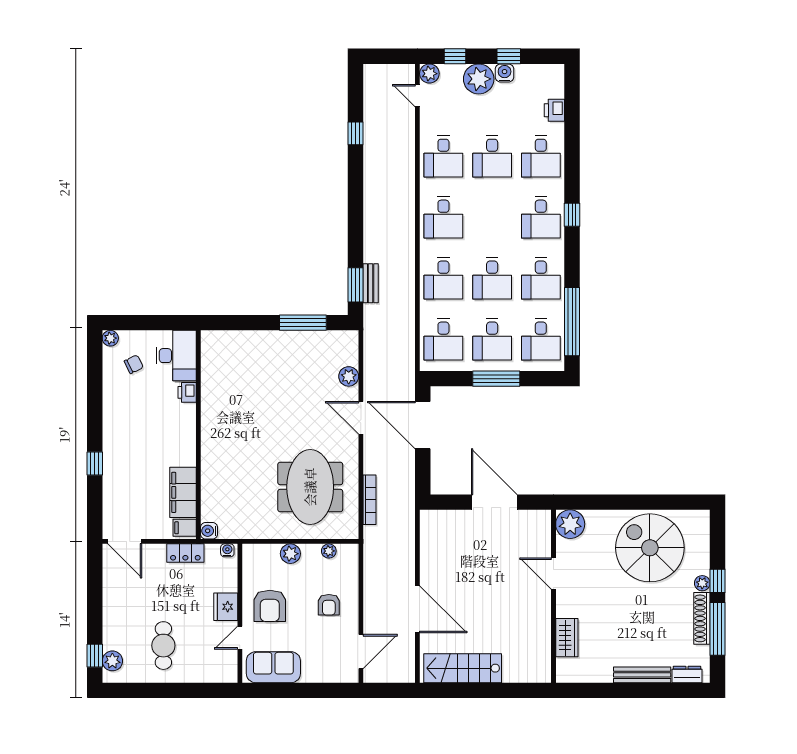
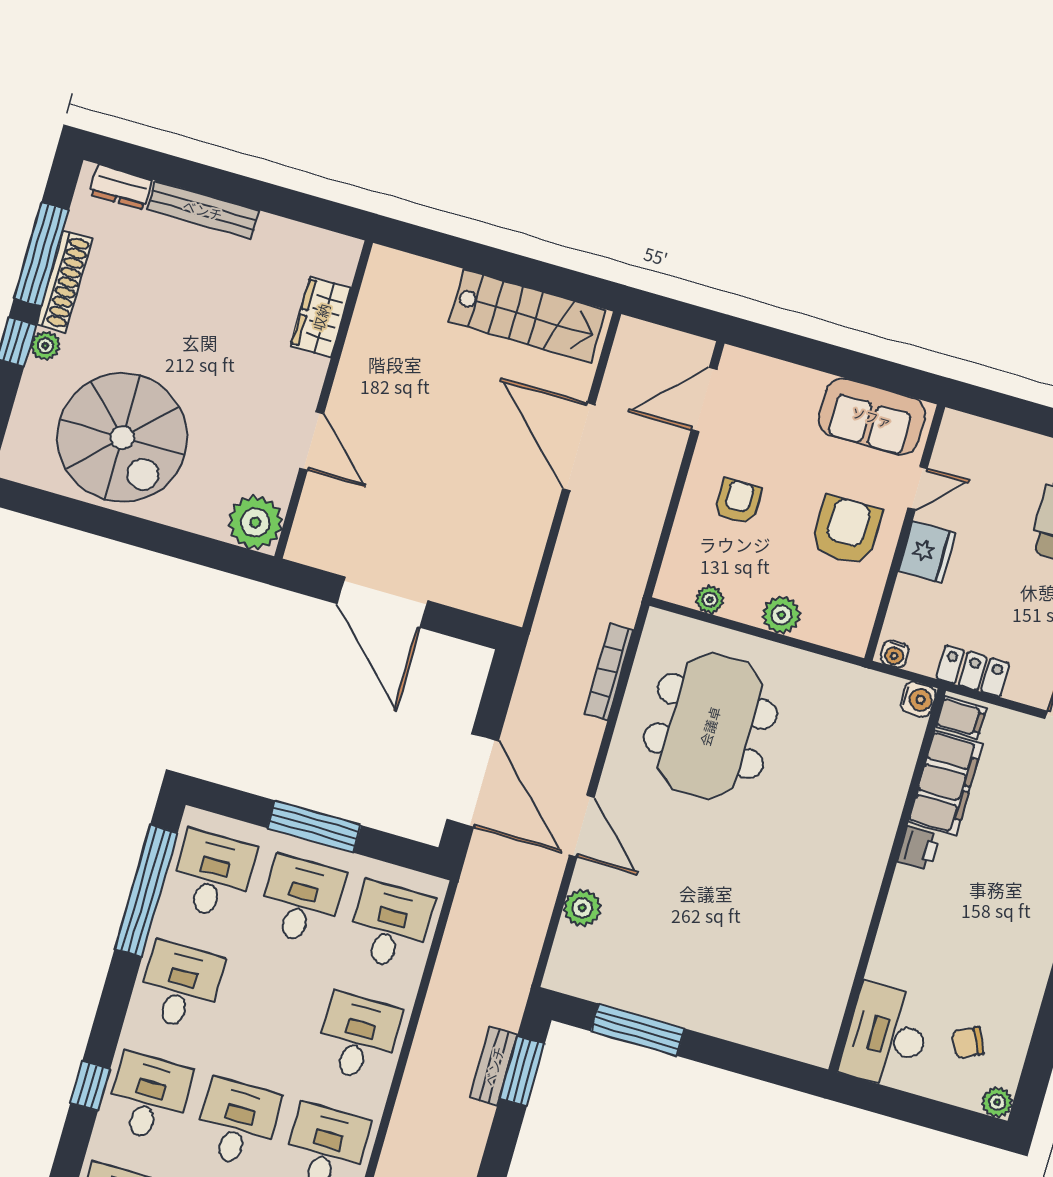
desk: (492, 278) -> (237, 1123), moved
printer: (187, 392) -> (919, 848), moved

